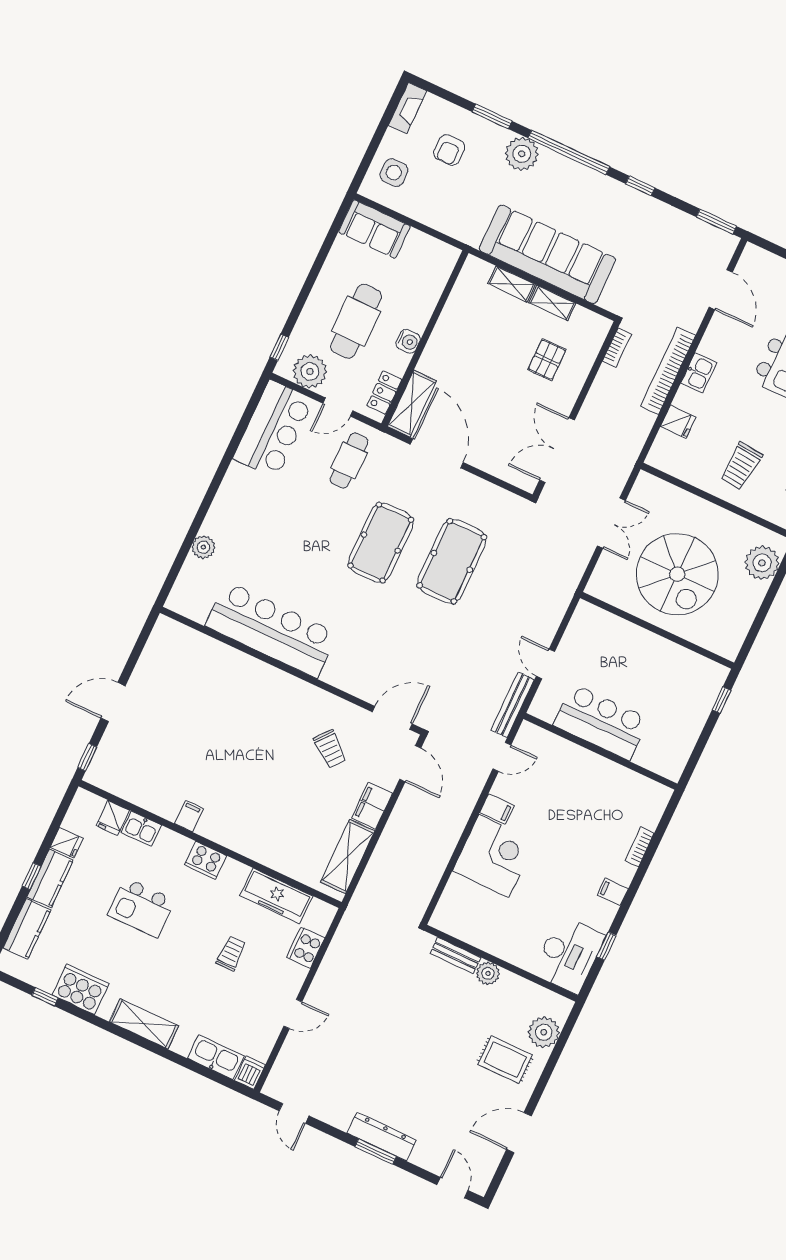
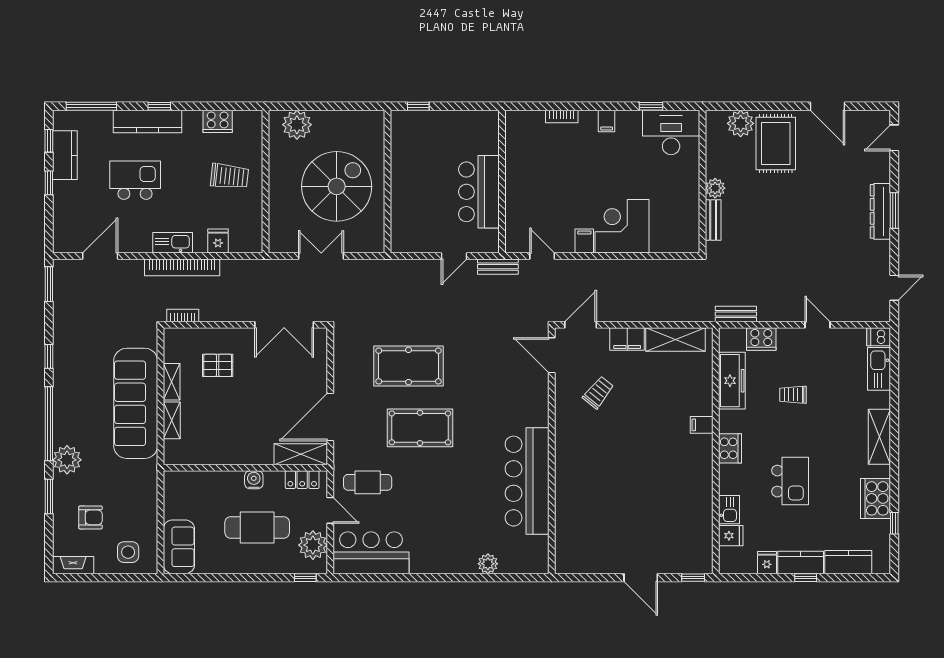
kitchen sink: (699, 373) -> (173, 243), width x1.38
bench: (513, 705) -> (498, 267), width x0.73
filing cabinet: (189, 816) -> (702, 425), moved
bench: (345, 933) -> (736, 314), added
rug: (505, 1060) -> (776, 144), width x1.36, depth x1.43

